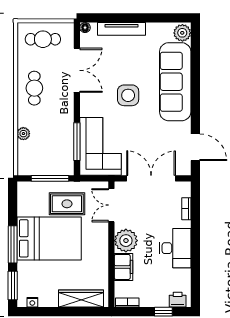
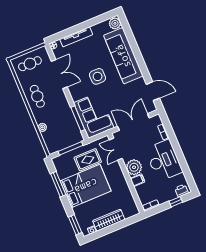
window: (13, 244) -> (58, 184), moved
desk: (175, 248) -> (164, 160), width x1.36, depth x1.30
filing cabinet: (123, 267) -> (138, 180), width x0.50
wardrobe: (81, 298) -> (109, 220), moved

